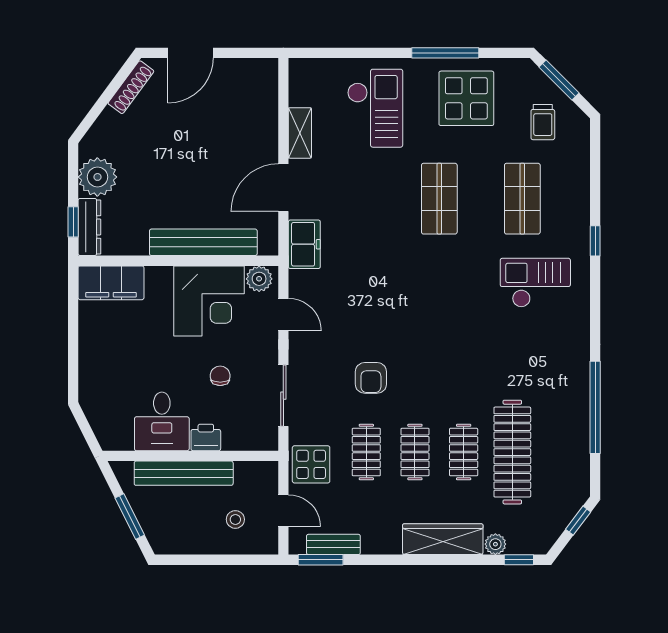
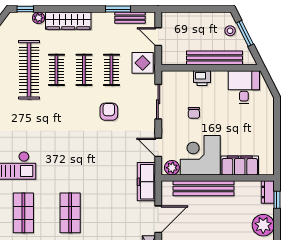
dresser: (89, 227) -> (268, 192), width x0.70
freezer: (304, 244) -> (146, 182), width x1.40
filing cabinet: (111, 283) -> (240, 165), moved
desk: (162, 421) -> (244, 87), moved
stool: (235, 519) -> (230, 31), moved
window: (321, 560) -> (118, 9), moved

